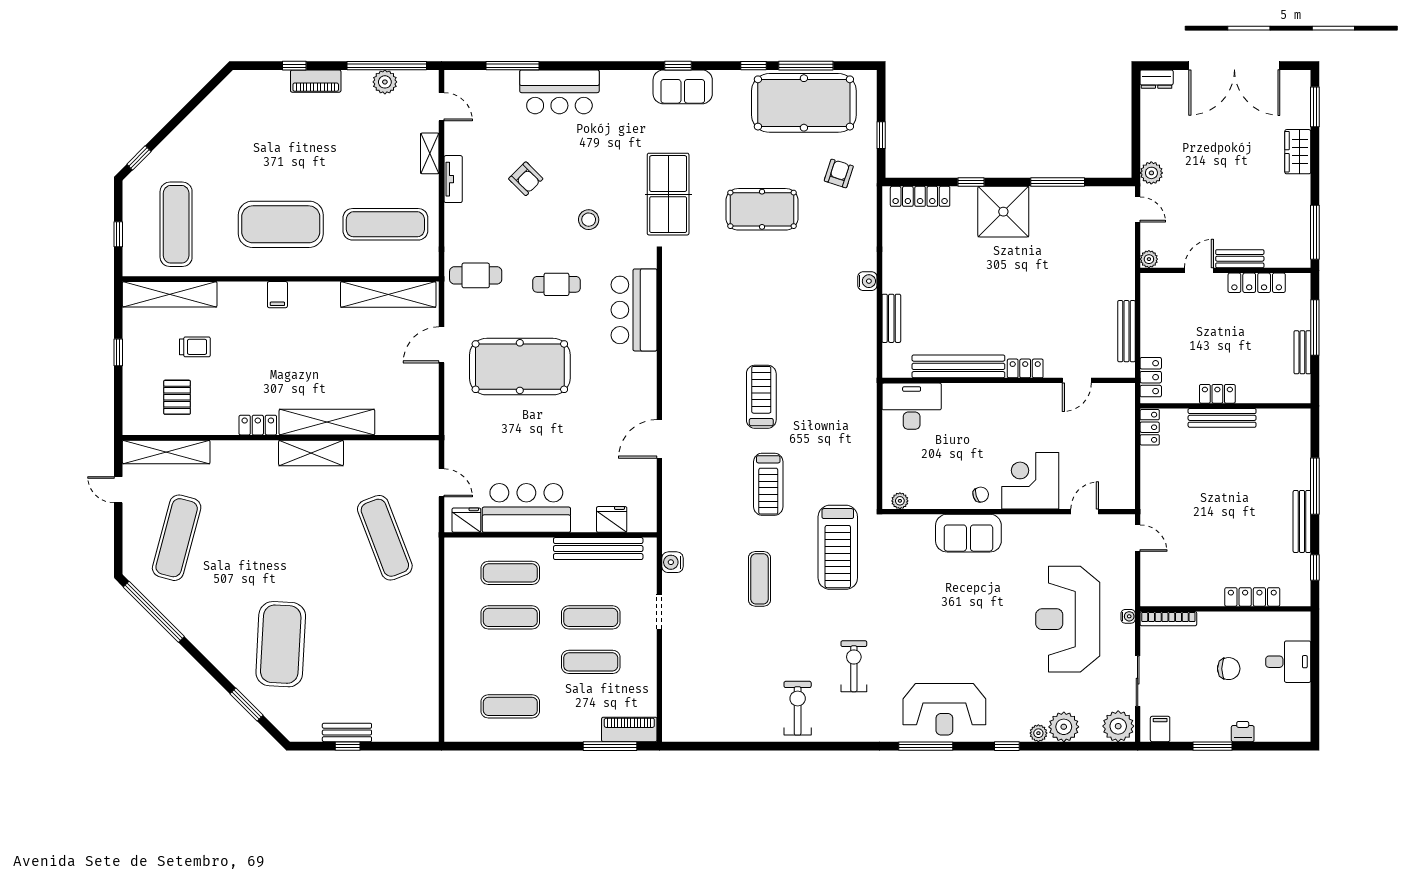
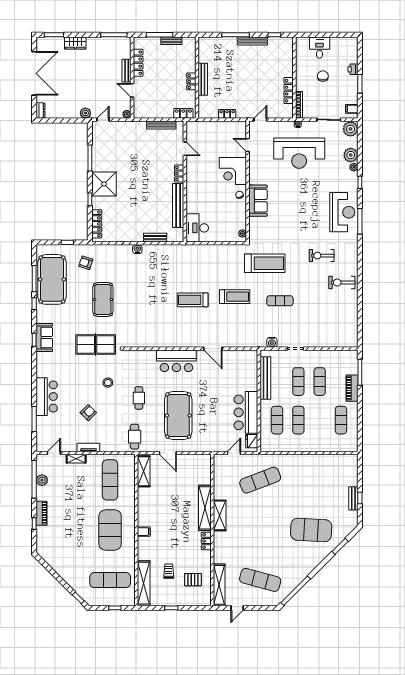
shelving: (388, 294) -> (144, 471), width x0.68
bar counter: (634, 310) -> (176, 361), moved
locker: (1150, 427) -> (227, 114), moved
fridge: (612, 519) -> (251, 372), removed
locker: (1252, 597) -> (289, 91), moved
piano: (629, 729) -> (352, 388), moved

